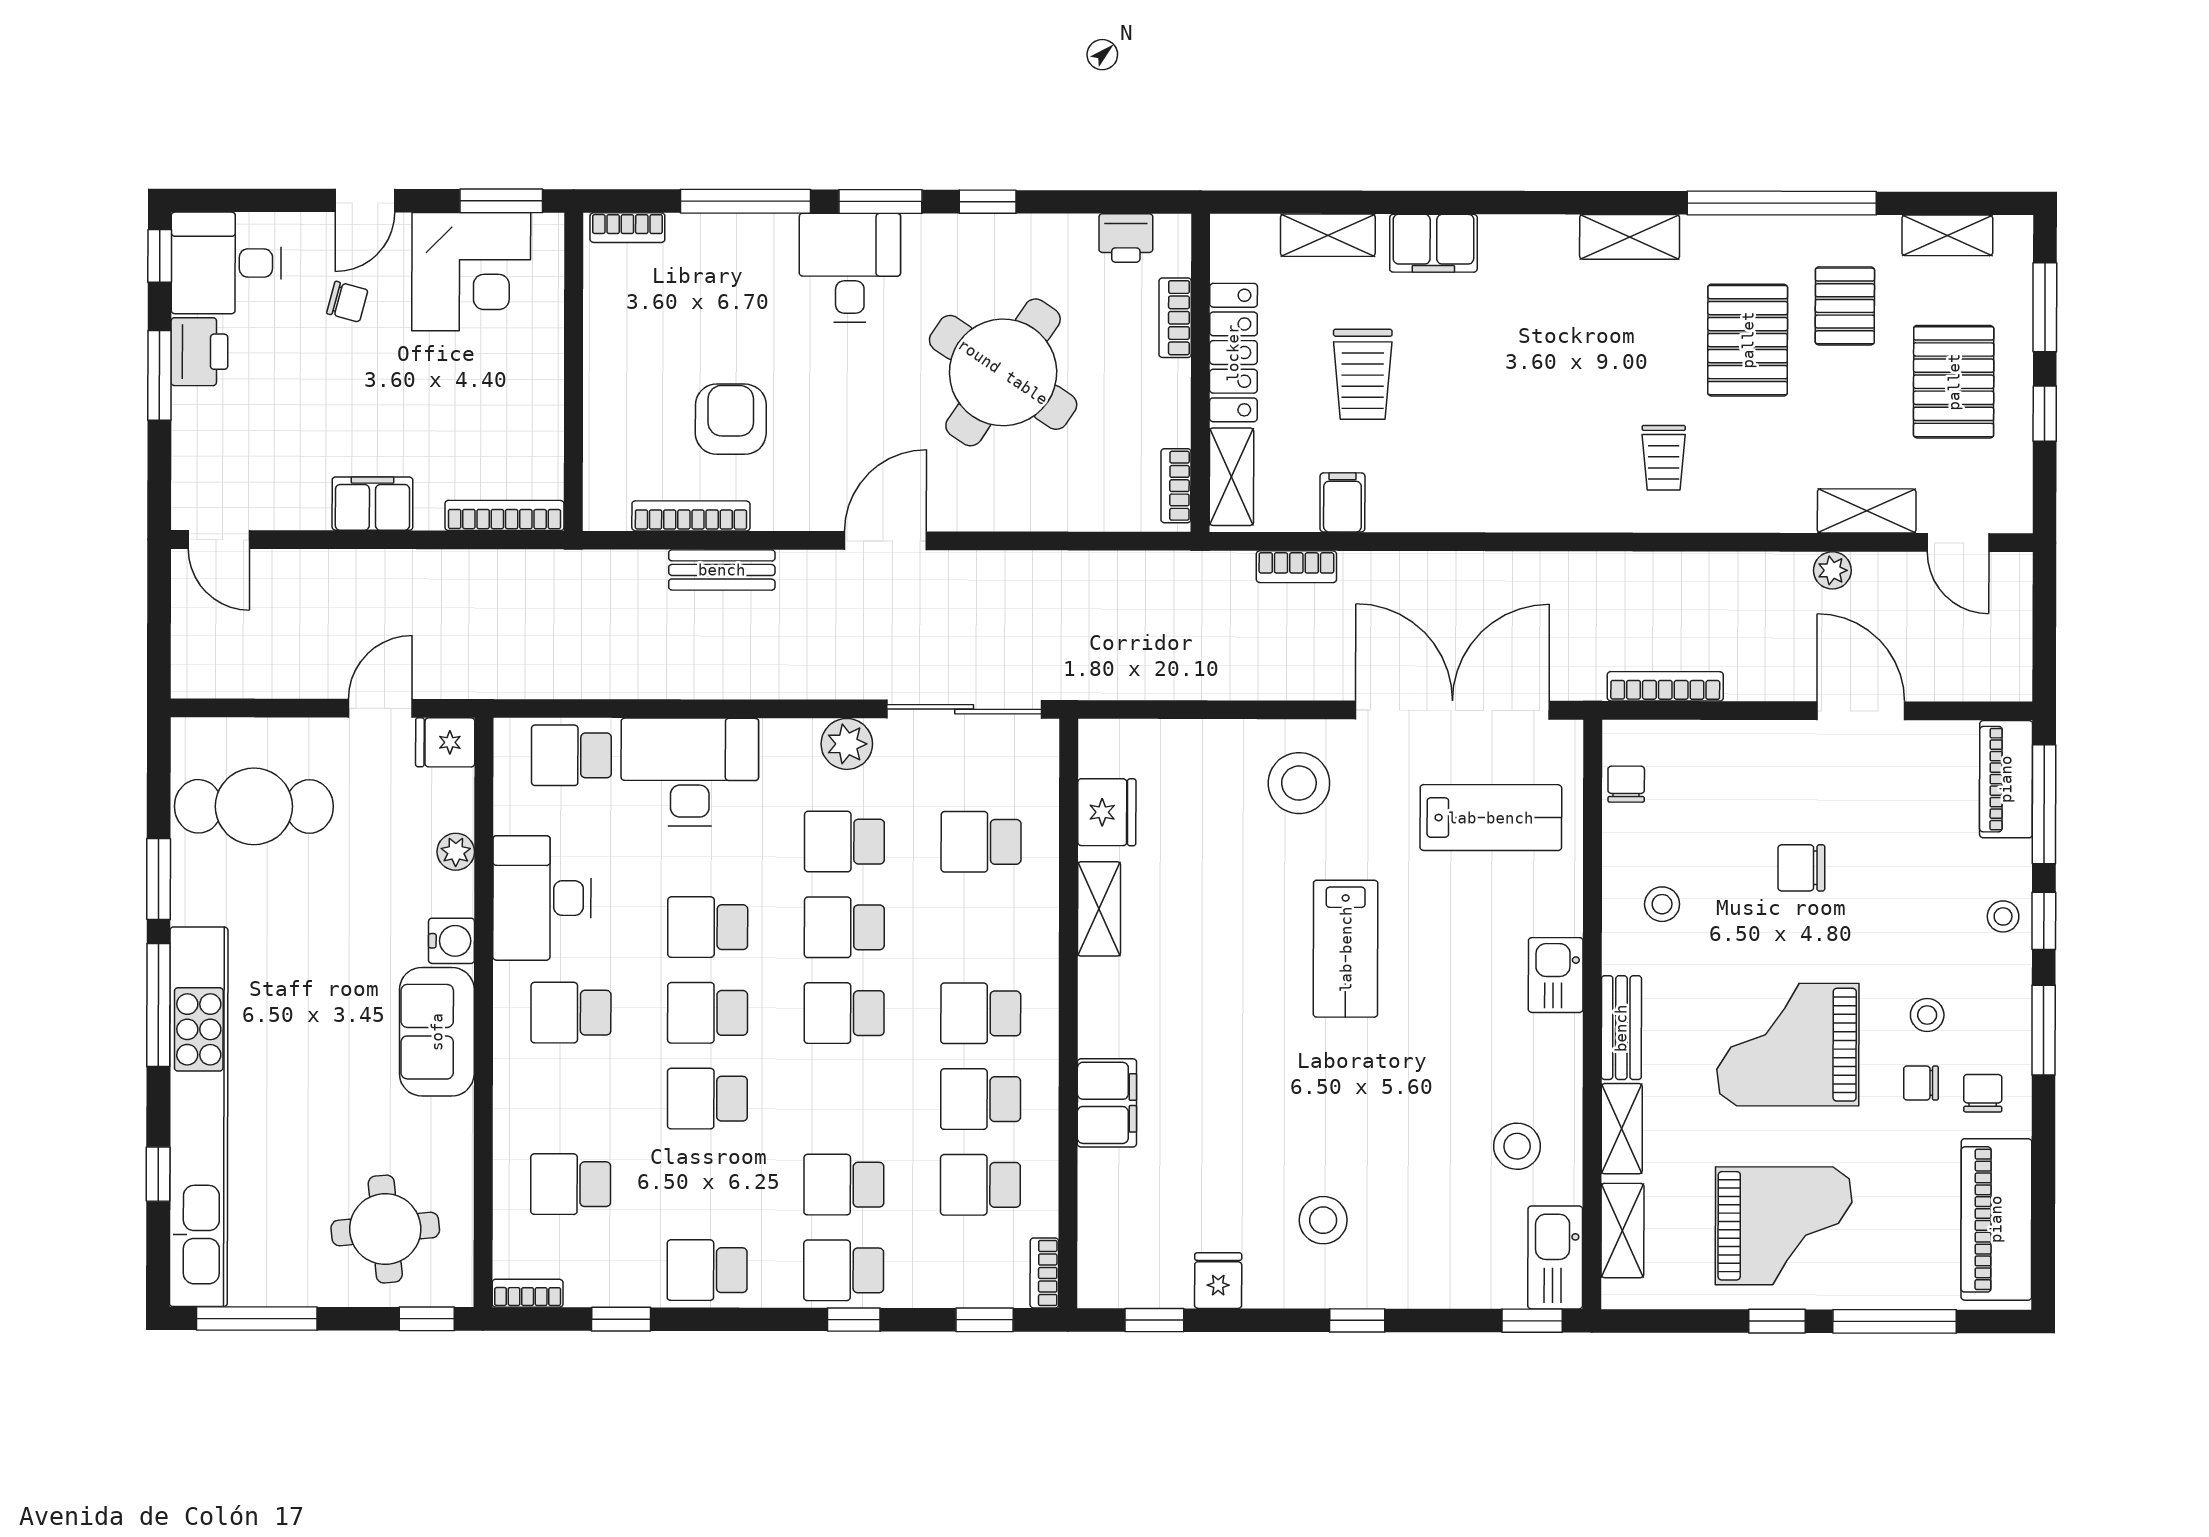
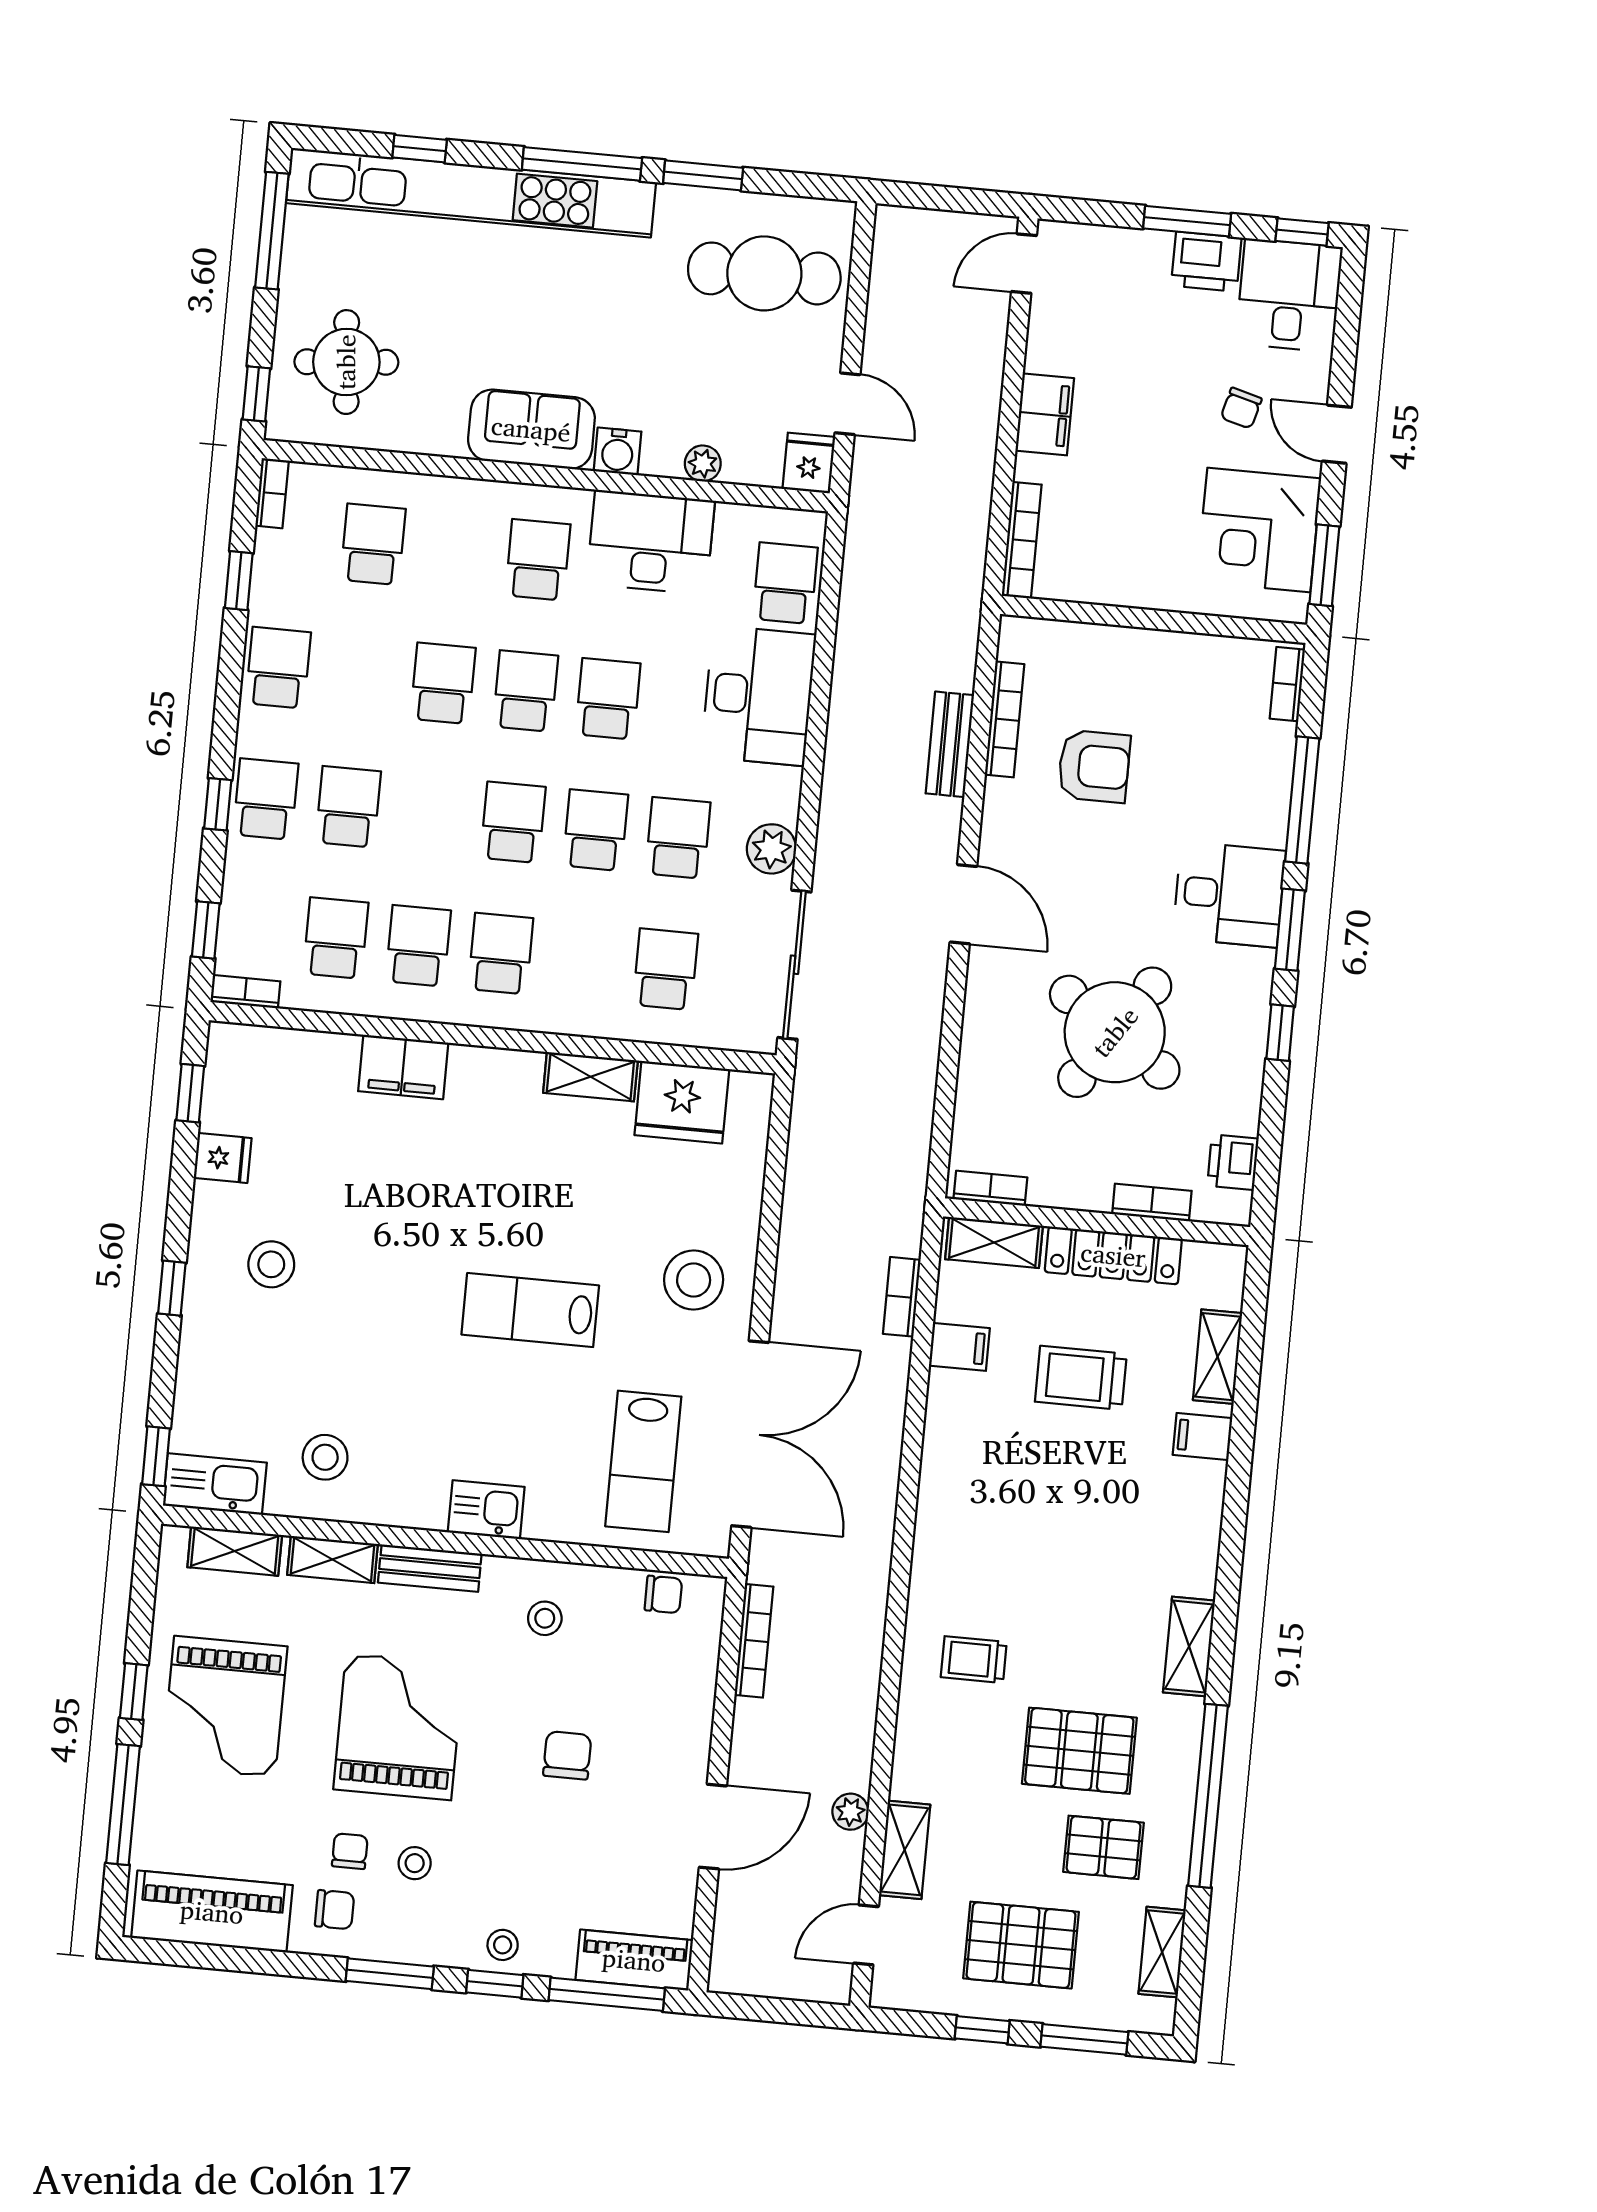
filing cabinet: (1433, 243) -> (1202, 1437), width x0.50
cafe table: (254, 806) -> (764, 273), turned 90
fridge: (1107, 812) -> (682, 1102), width x1.36, depth x1.34

